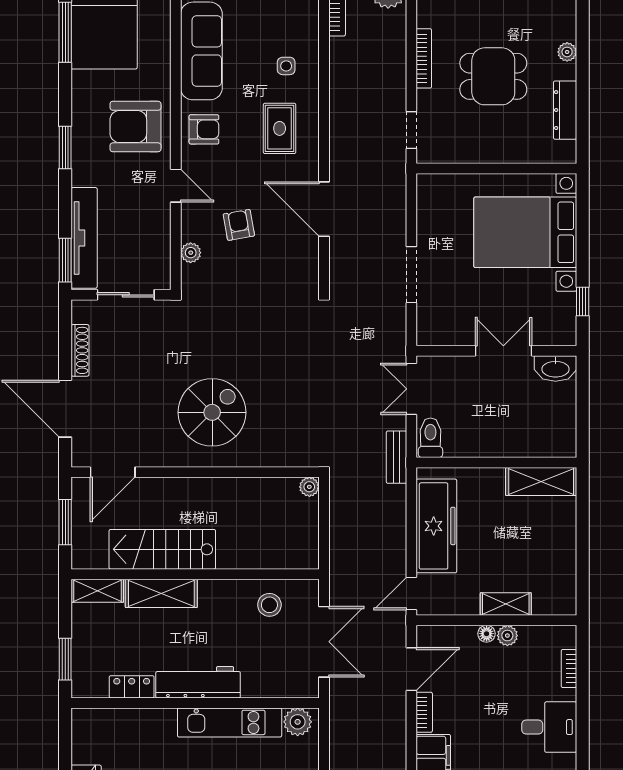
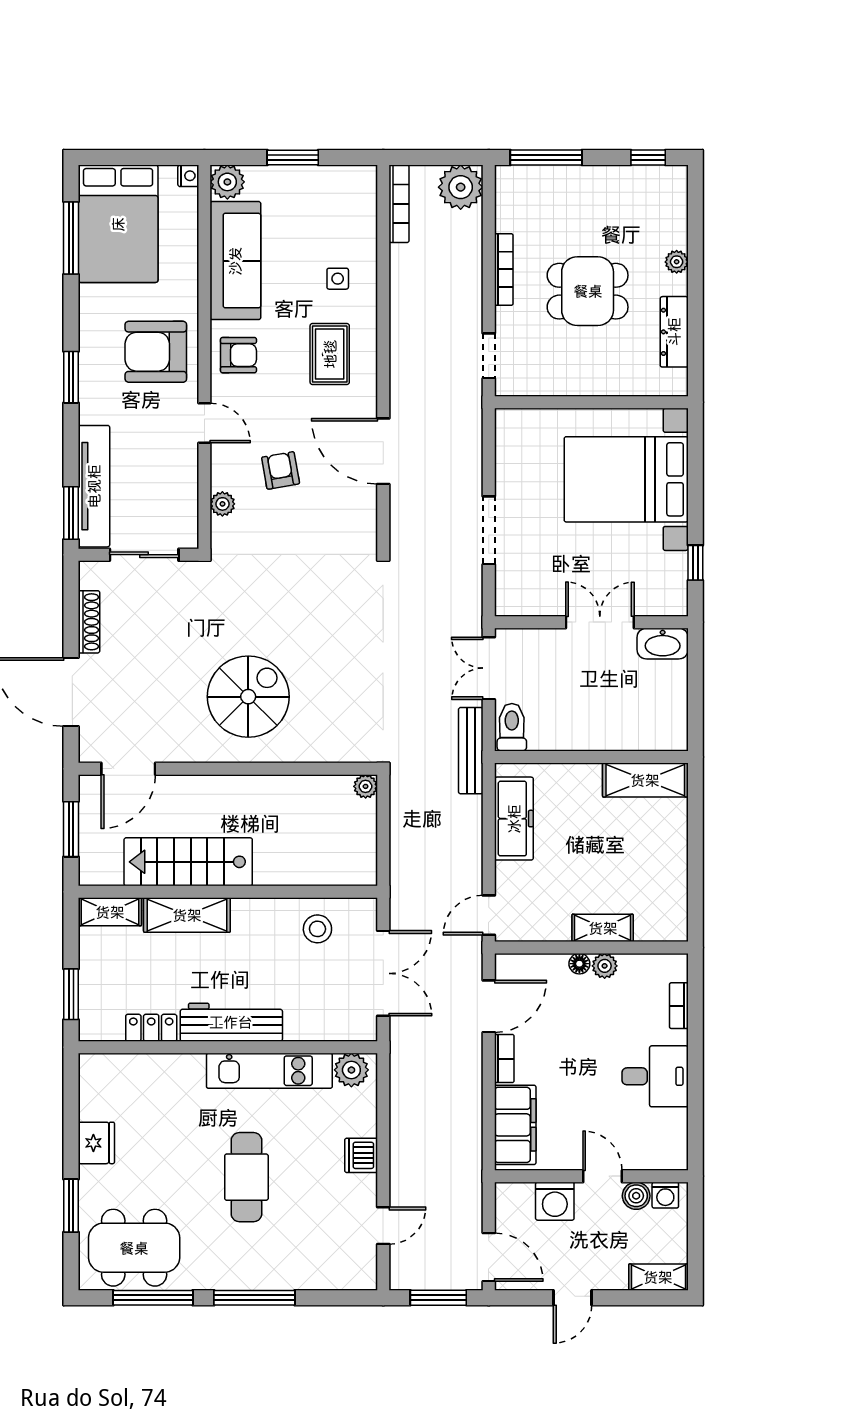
bench: (396, 457) -> (471, 751), width x1.36
freezer: (436, 526) -> (514, 819), width x0.73, depth x0.79

